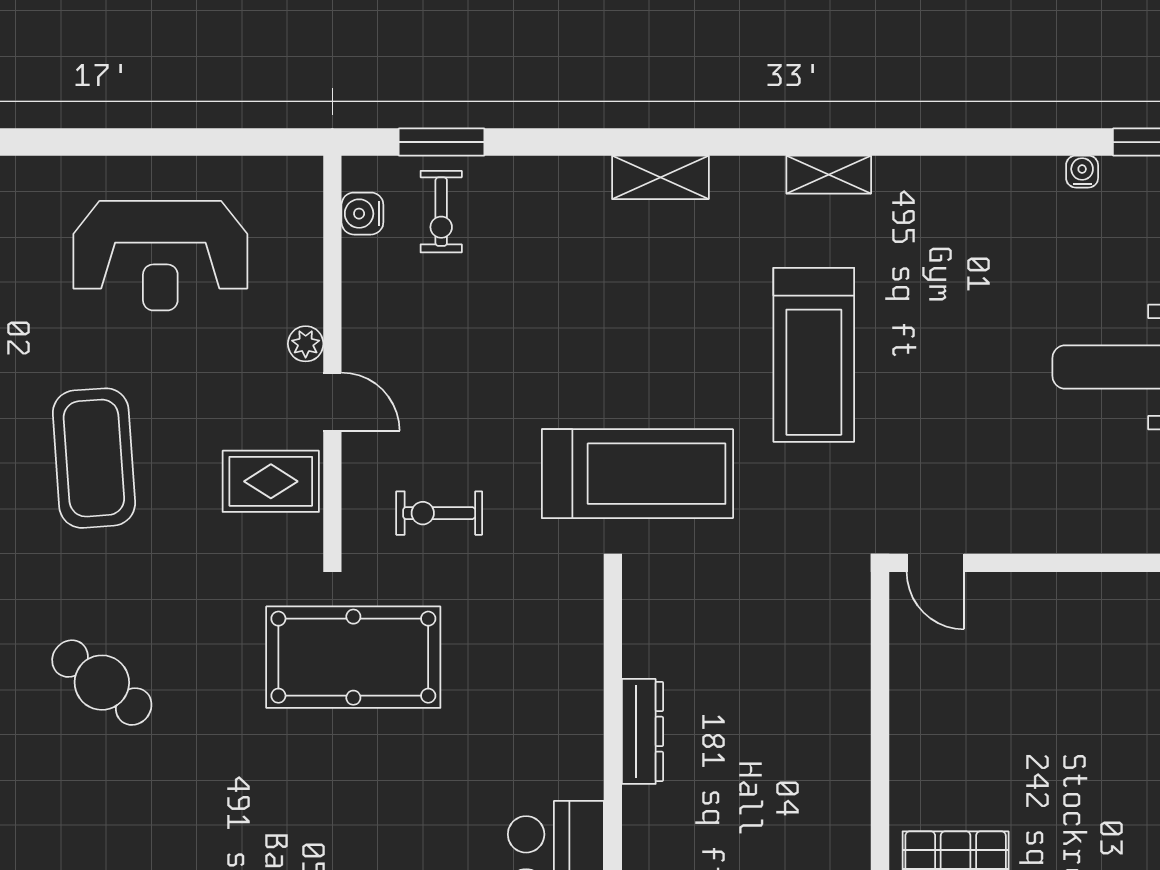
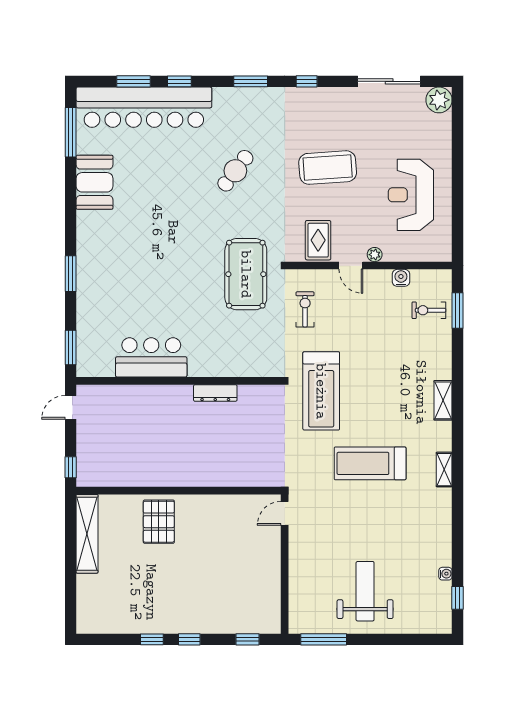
water cooler: (362, 214) -> (401, 278), moved
door: (332, 402) -> (351, 266), hinge flipped

